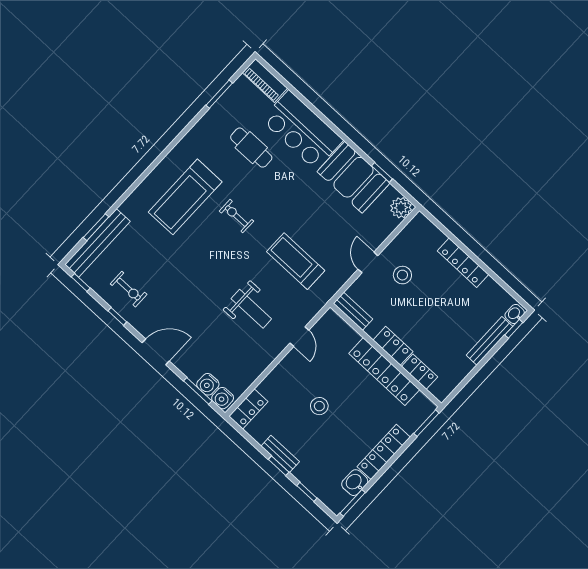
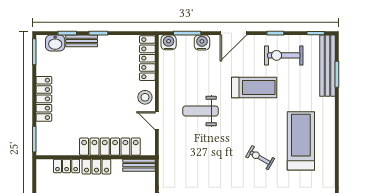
exercise bike: (236, 216) -> (260, 158), turned -150
treadmill: (296, 261) -> (254, 87), moved
exercise bike: (129, 289) -> (284, 55), width x1.38, depth x1.39
locker: (384, 371) -> (110, 147), moved
water cooler: (208, 384) -> (202, 43), moved
stool: (319, 406) -> (145, 97), moved
locker: (248, 409) -> (147, 58), width x1.53
bench: (280, 454) -> (82, 41), moved
washbasin: (355, 483) -> (55, 43), moved, turned 90

